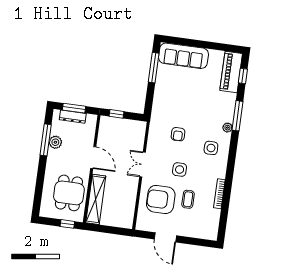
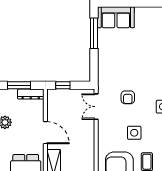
sofa: (184, 56) -> (116, 17), width x0.73
dresser: (73, 117) -> (31, 94), moved
double door: (143, 164) -> (96, 107), moved

